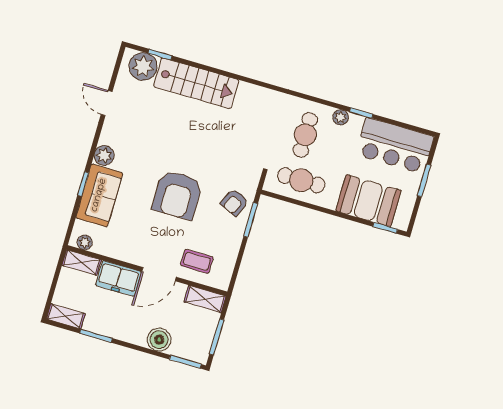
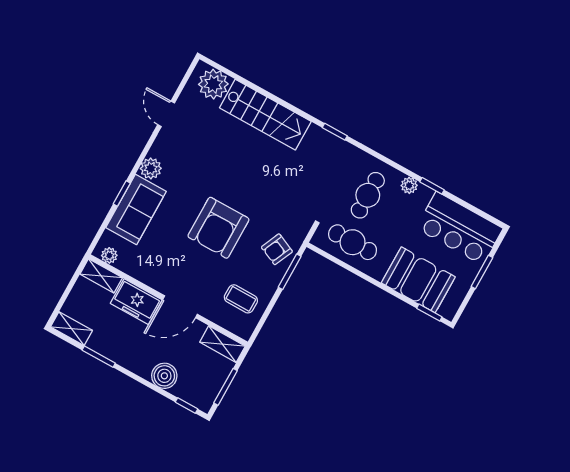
window: (160, 54) -> (335, 132), moved
coffee table: (197, 261) -> (241, 299), moved
window: (185, 362) -> (187, 405), width x0.67

